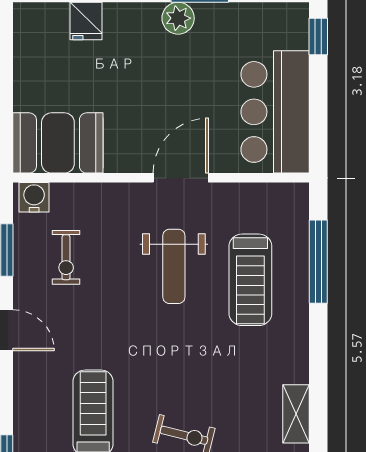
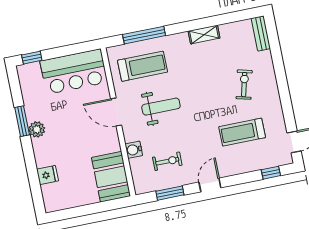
water cooler: (34, 197) -> (134, 150), moved
treadmill: (250, 280) -> (143, 66), moved
shelving: (296, 414) -> (204, 35), moved

